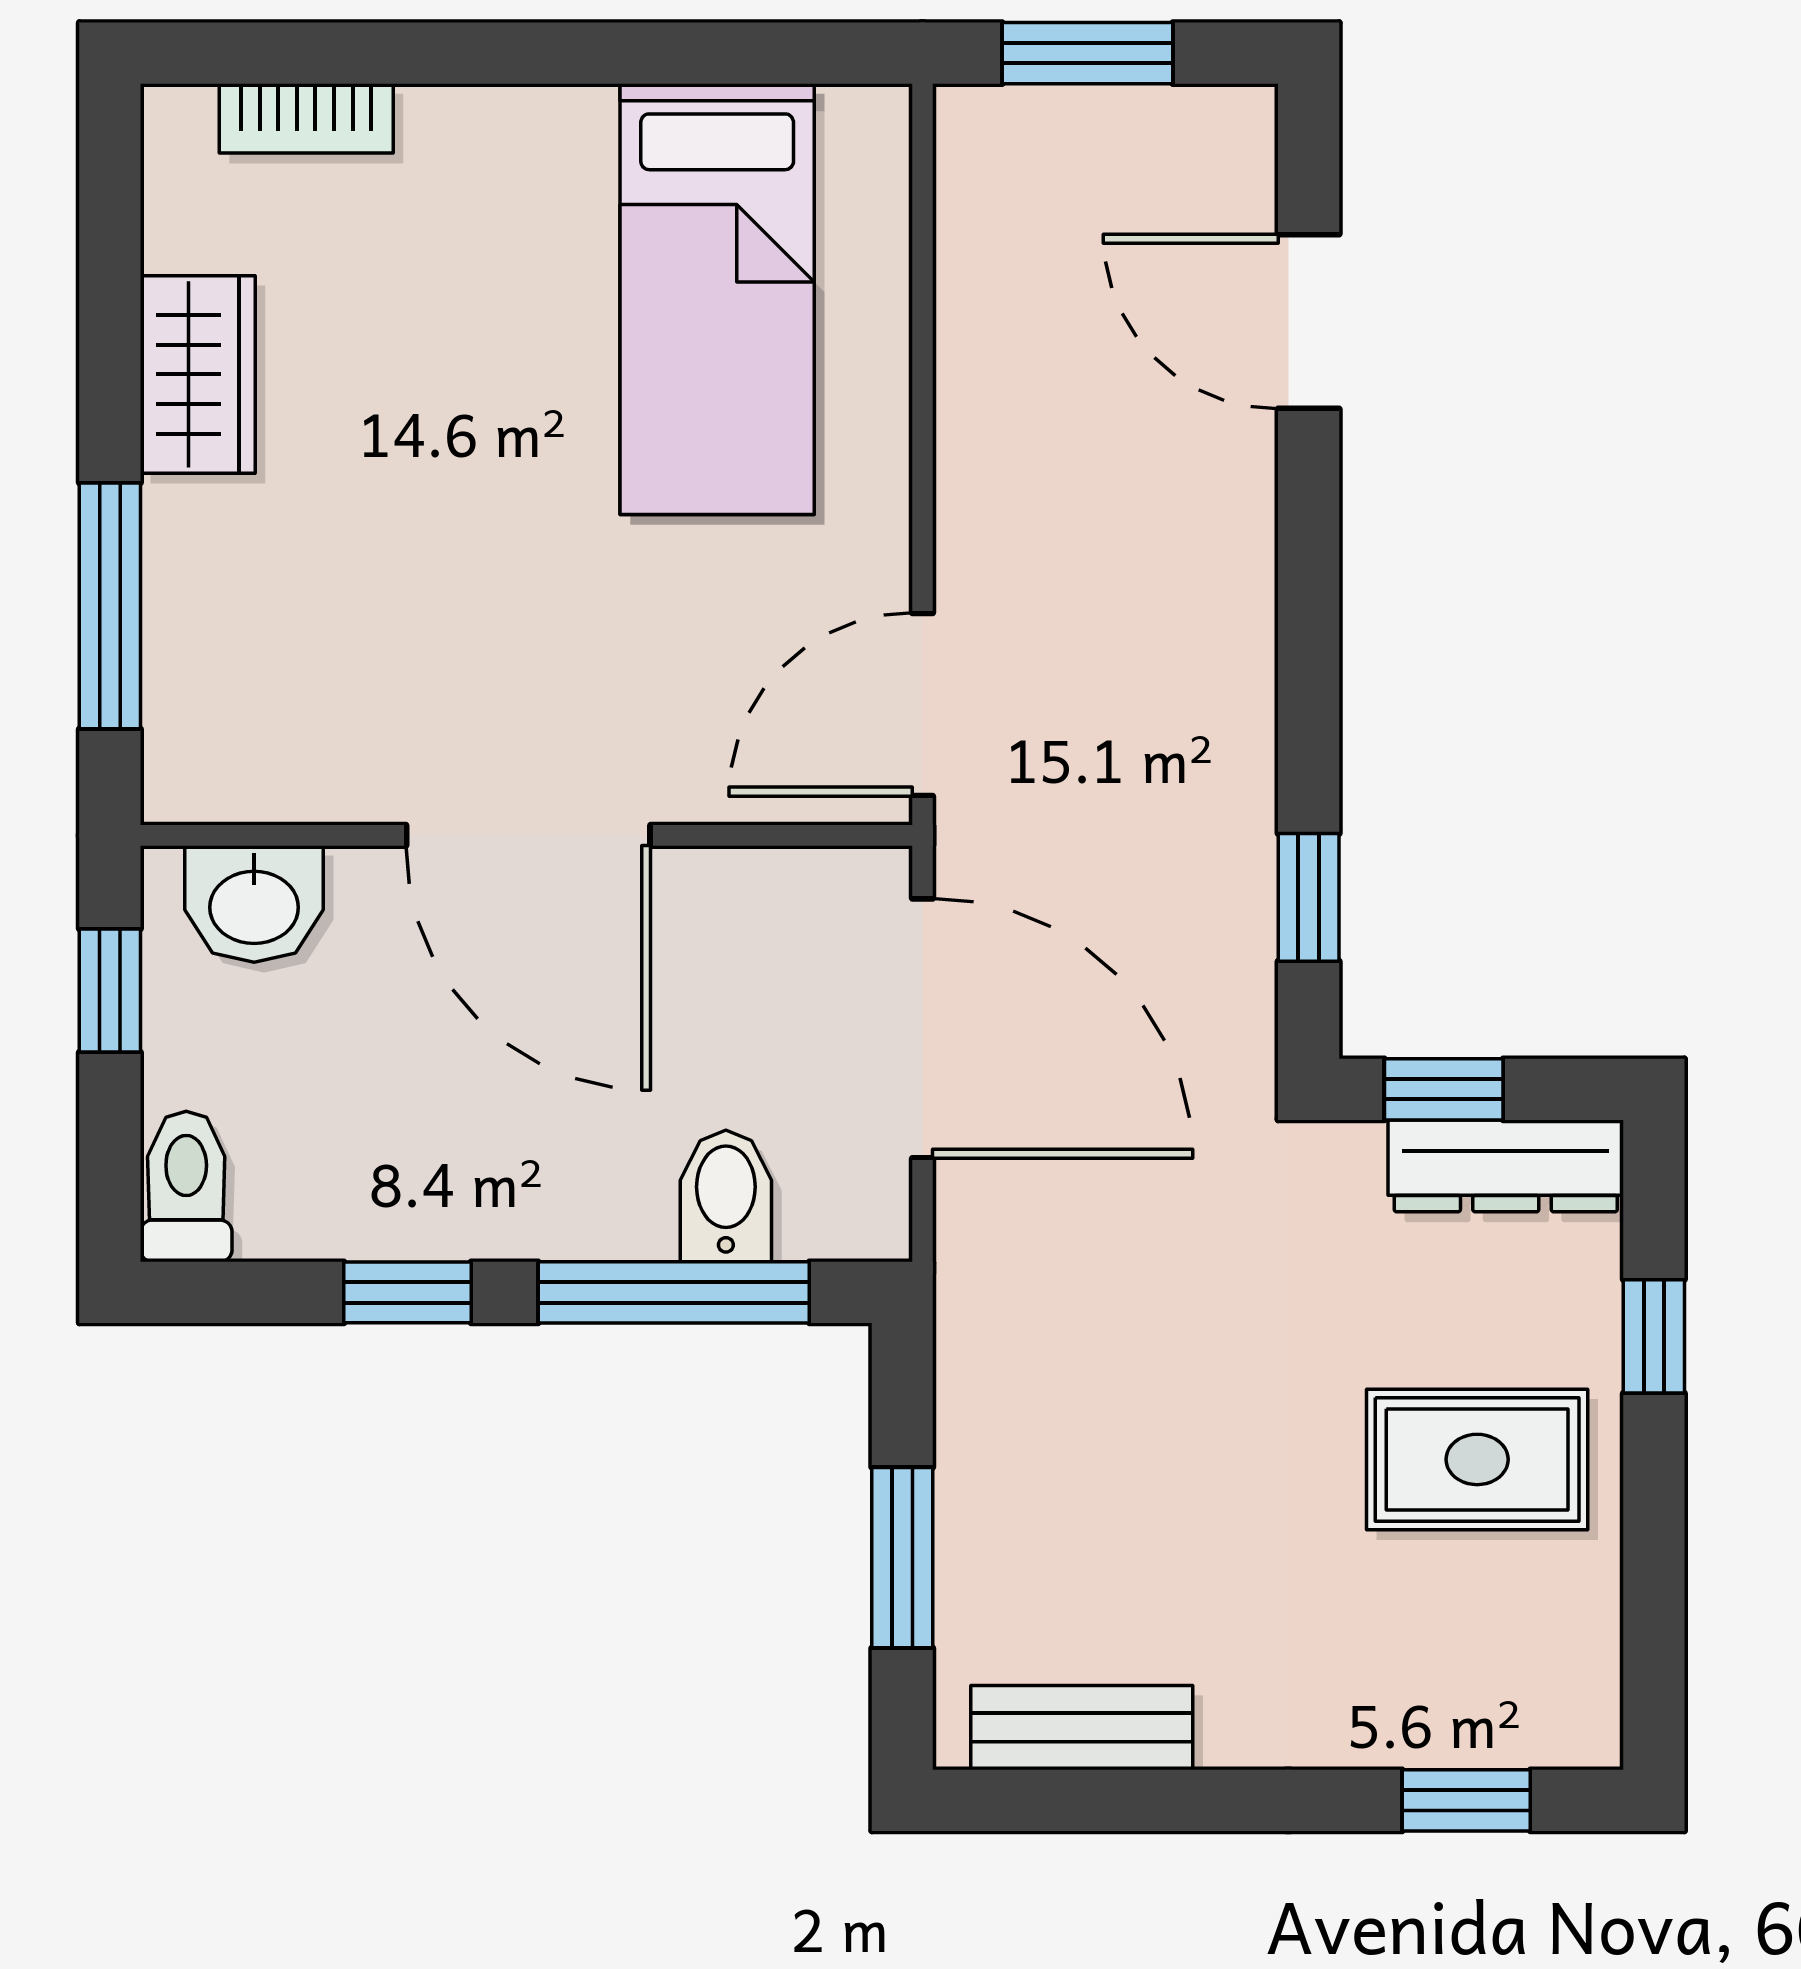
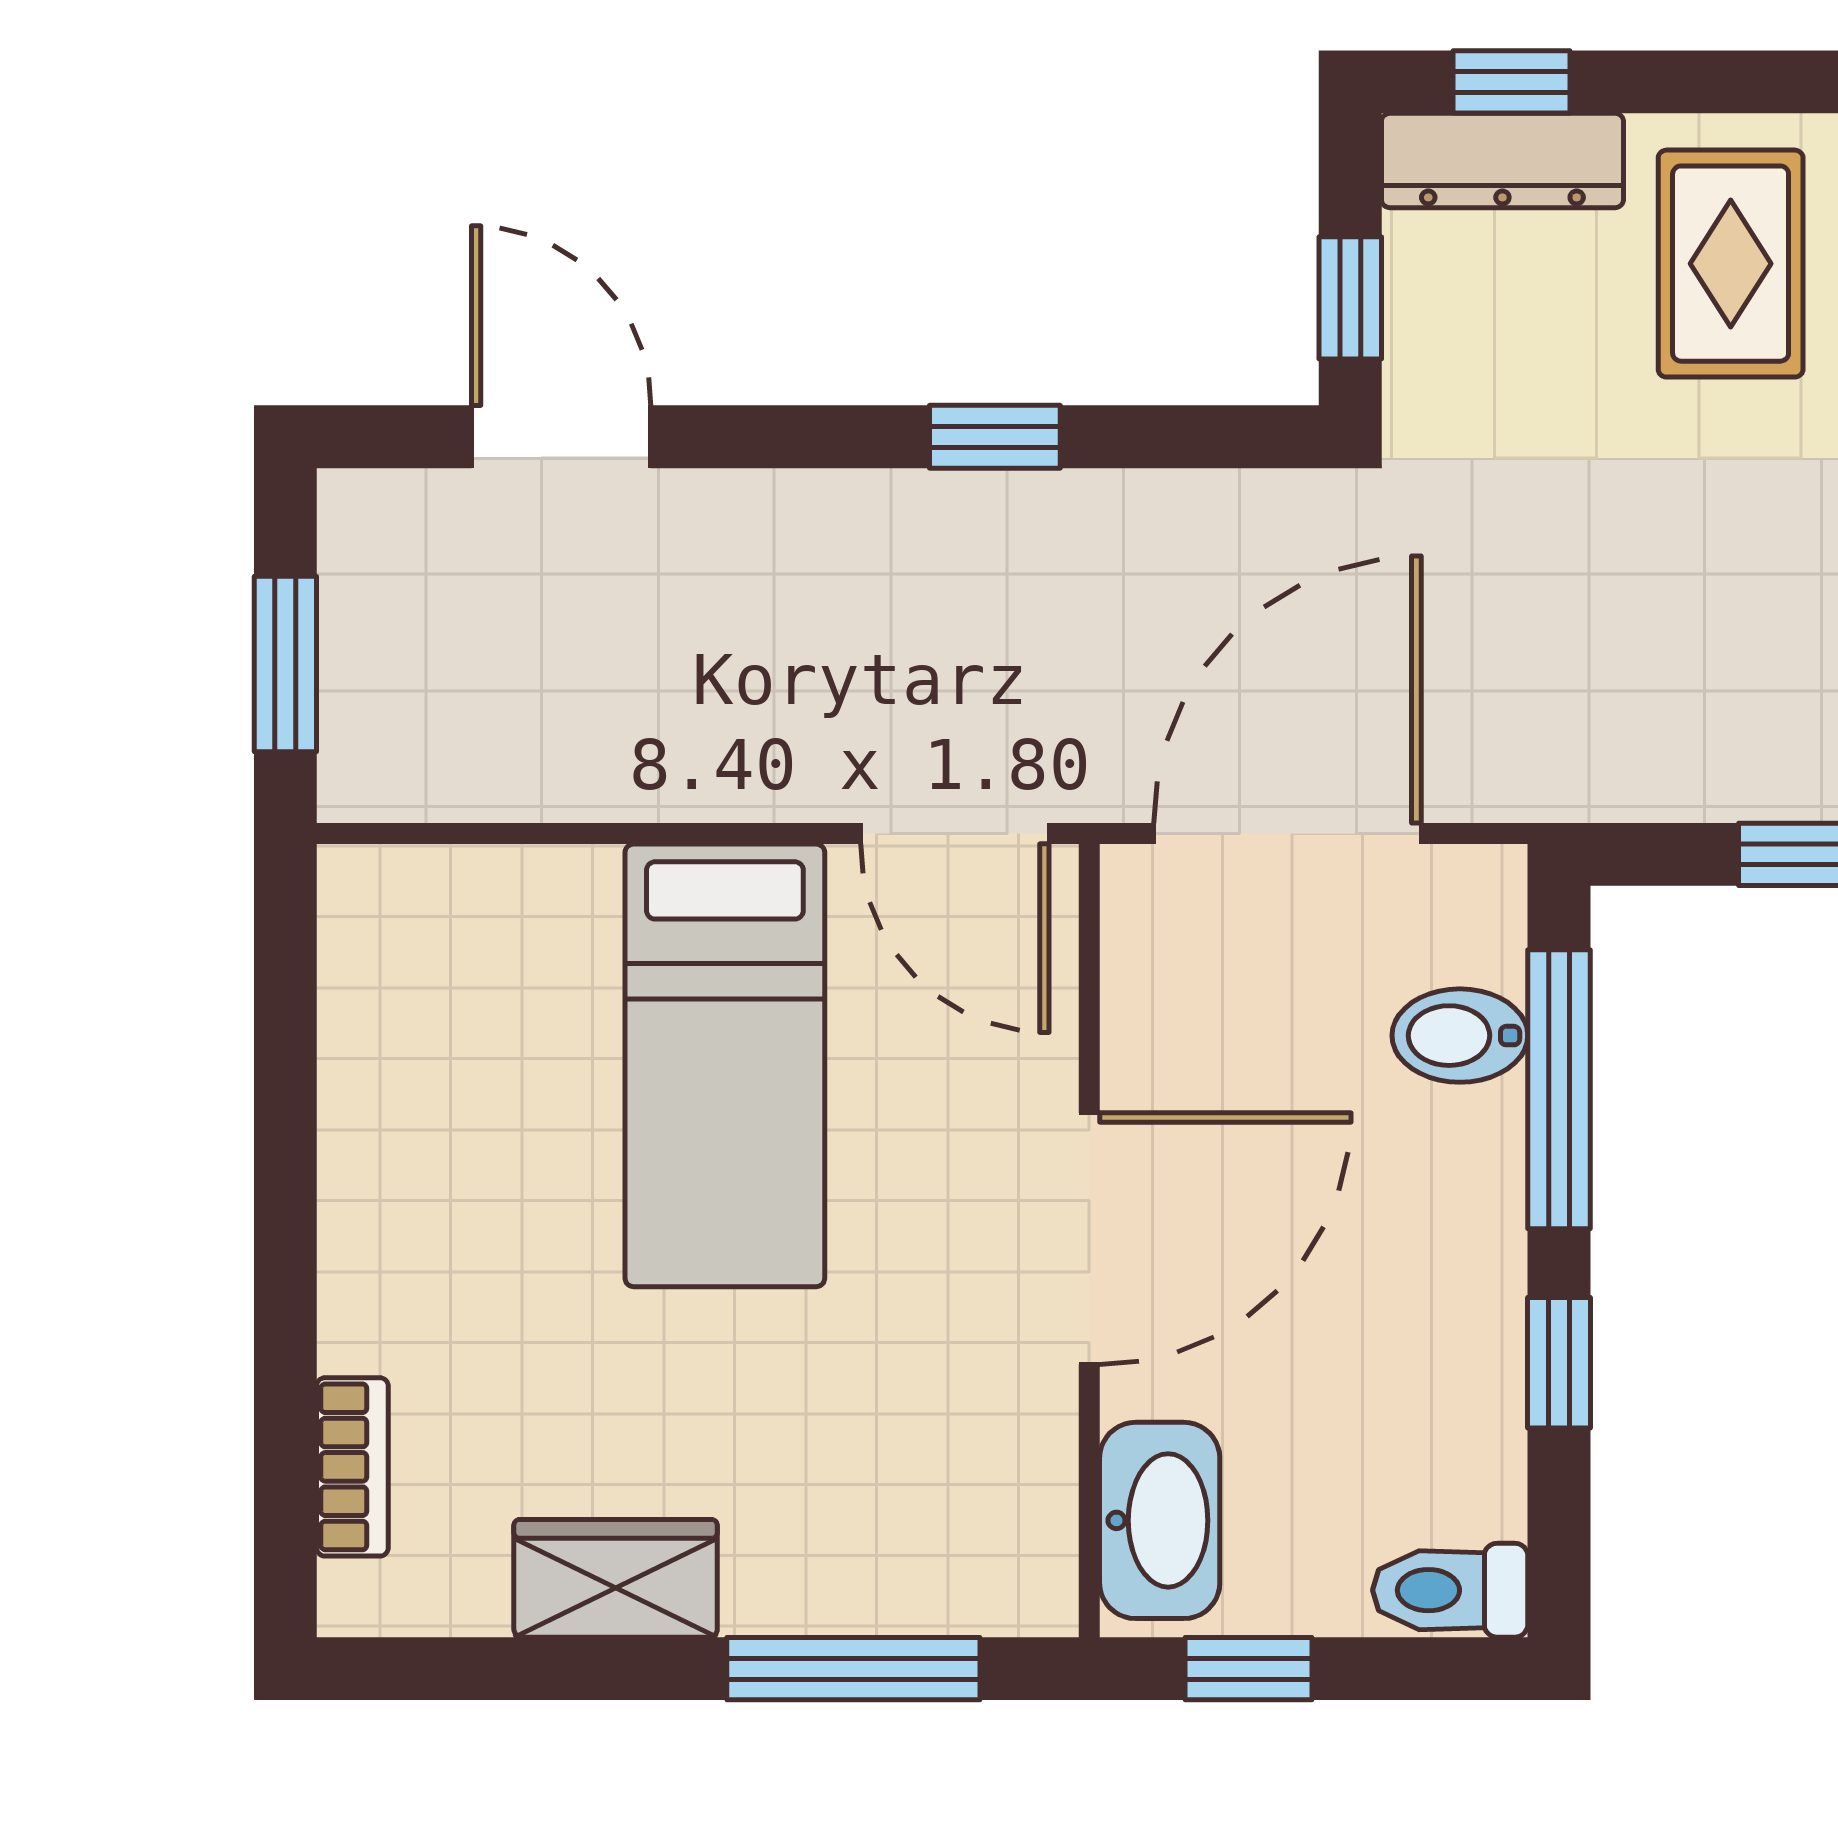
bed: (717, 299) -> (725, 1065), moved, turned 90
door: (1309, 322) -> (561, 437), swing flipped
window: (1309, 897) -> (995, 437), moved
washbasin: (254, 904) -> (1160, 1520), width x1.38
dresser: (1506, 1166) -> (1502, 160), moved, turned 90
window: (1654, 1336) -> (1512, 82), moved

